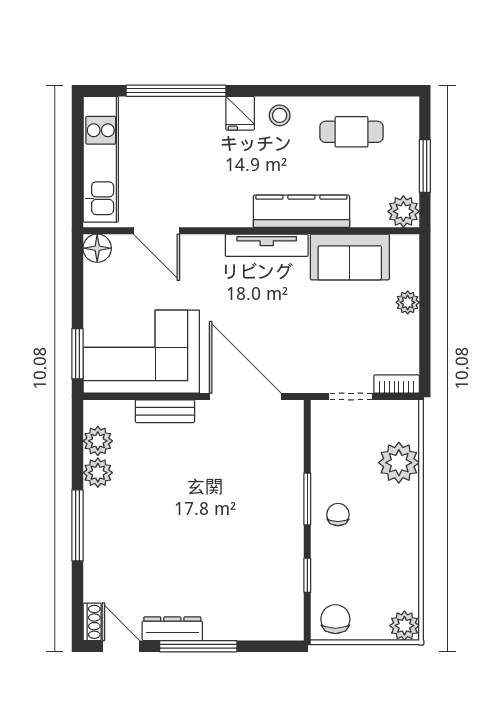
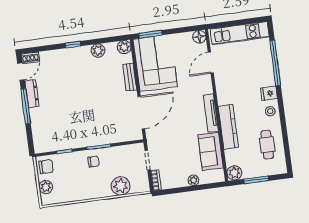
plant: (98, 441) -> (124, 47), moved
window: (77, 525) -> (73, 45), width x0.46
plant: (404, 626) -> (46, 187), moved

